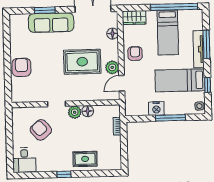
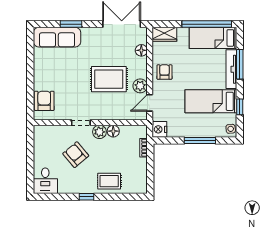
sofa: (51, 23) -> (57, 37), moved
bed: (168, 32) -> (213, 38), moved, turned 90
armchair: (21, 67) -> (44, 101), moved
nightstand: (156, 108) -> (159, 129), moved, turned 90
armchair: (41, 130) -> (76, 155), moved

